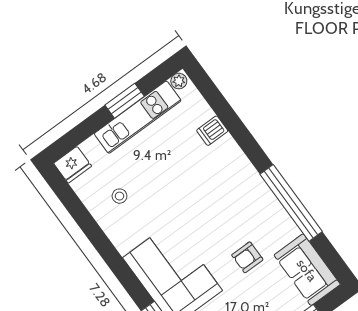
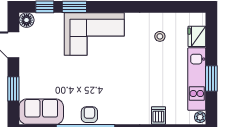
fridge: (73, 165) -> (197, 36), moved
armchair: (247, 257) -> (89, 115), moved

